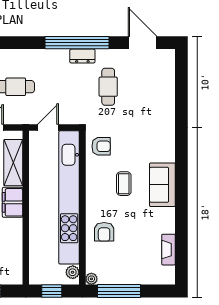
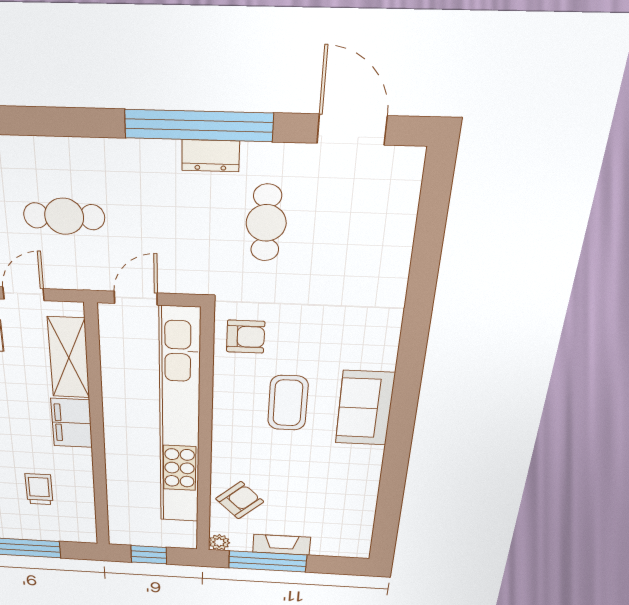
coffee table: (124, 184) -> (288, 403), width x1.36, depth x1.30
armchair: (104, 232) -> (240, 500), moved, turned -134
fireplace: (168, 250) -> (282, 545), moved, turned 90
plant: (73, 272) -> (185, 531), removed

